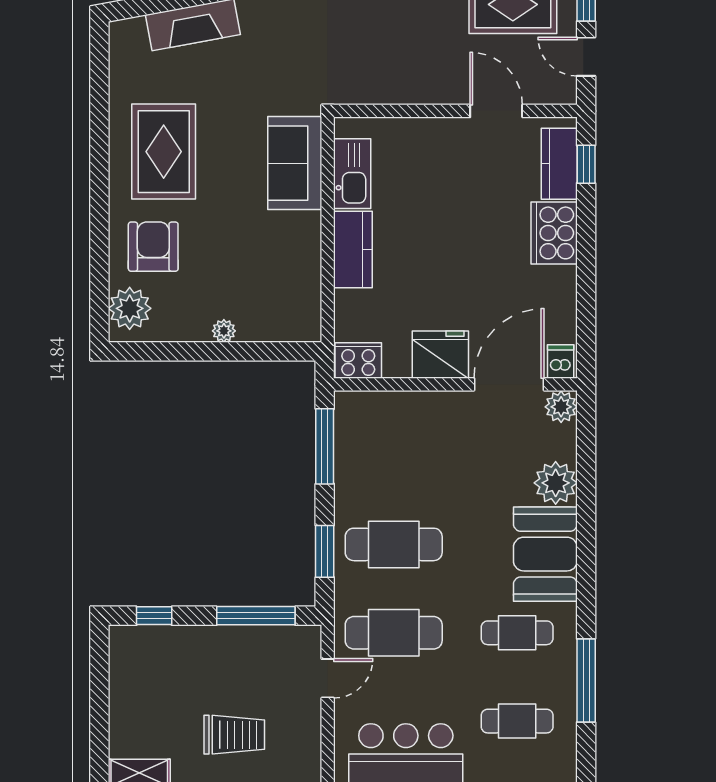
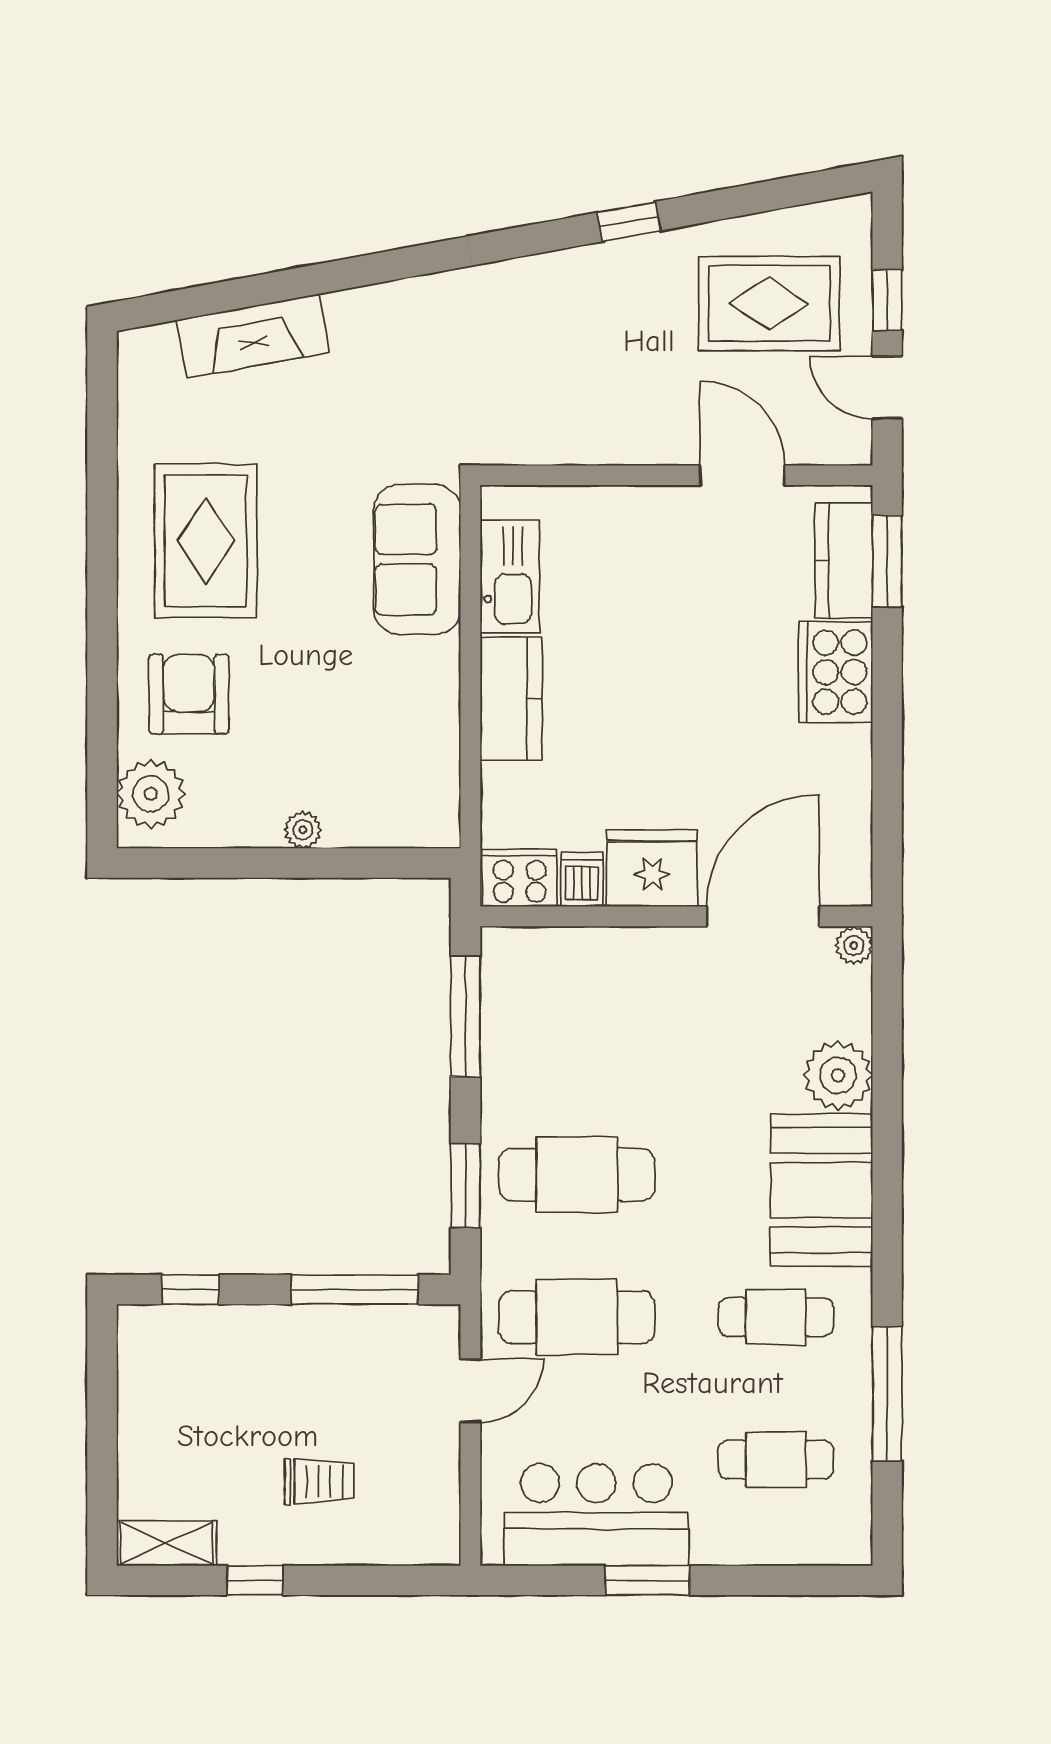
window: (586, 164) -> (887, 561), width x1.50
dishwasher: (561, 361) -> (582, 879), moved
plant: (561, 407) -> (854, 945), width x0.73, depth x0.73
trolley: (234, 735) -> (319, 1481), width x0.73, depth x0.72

